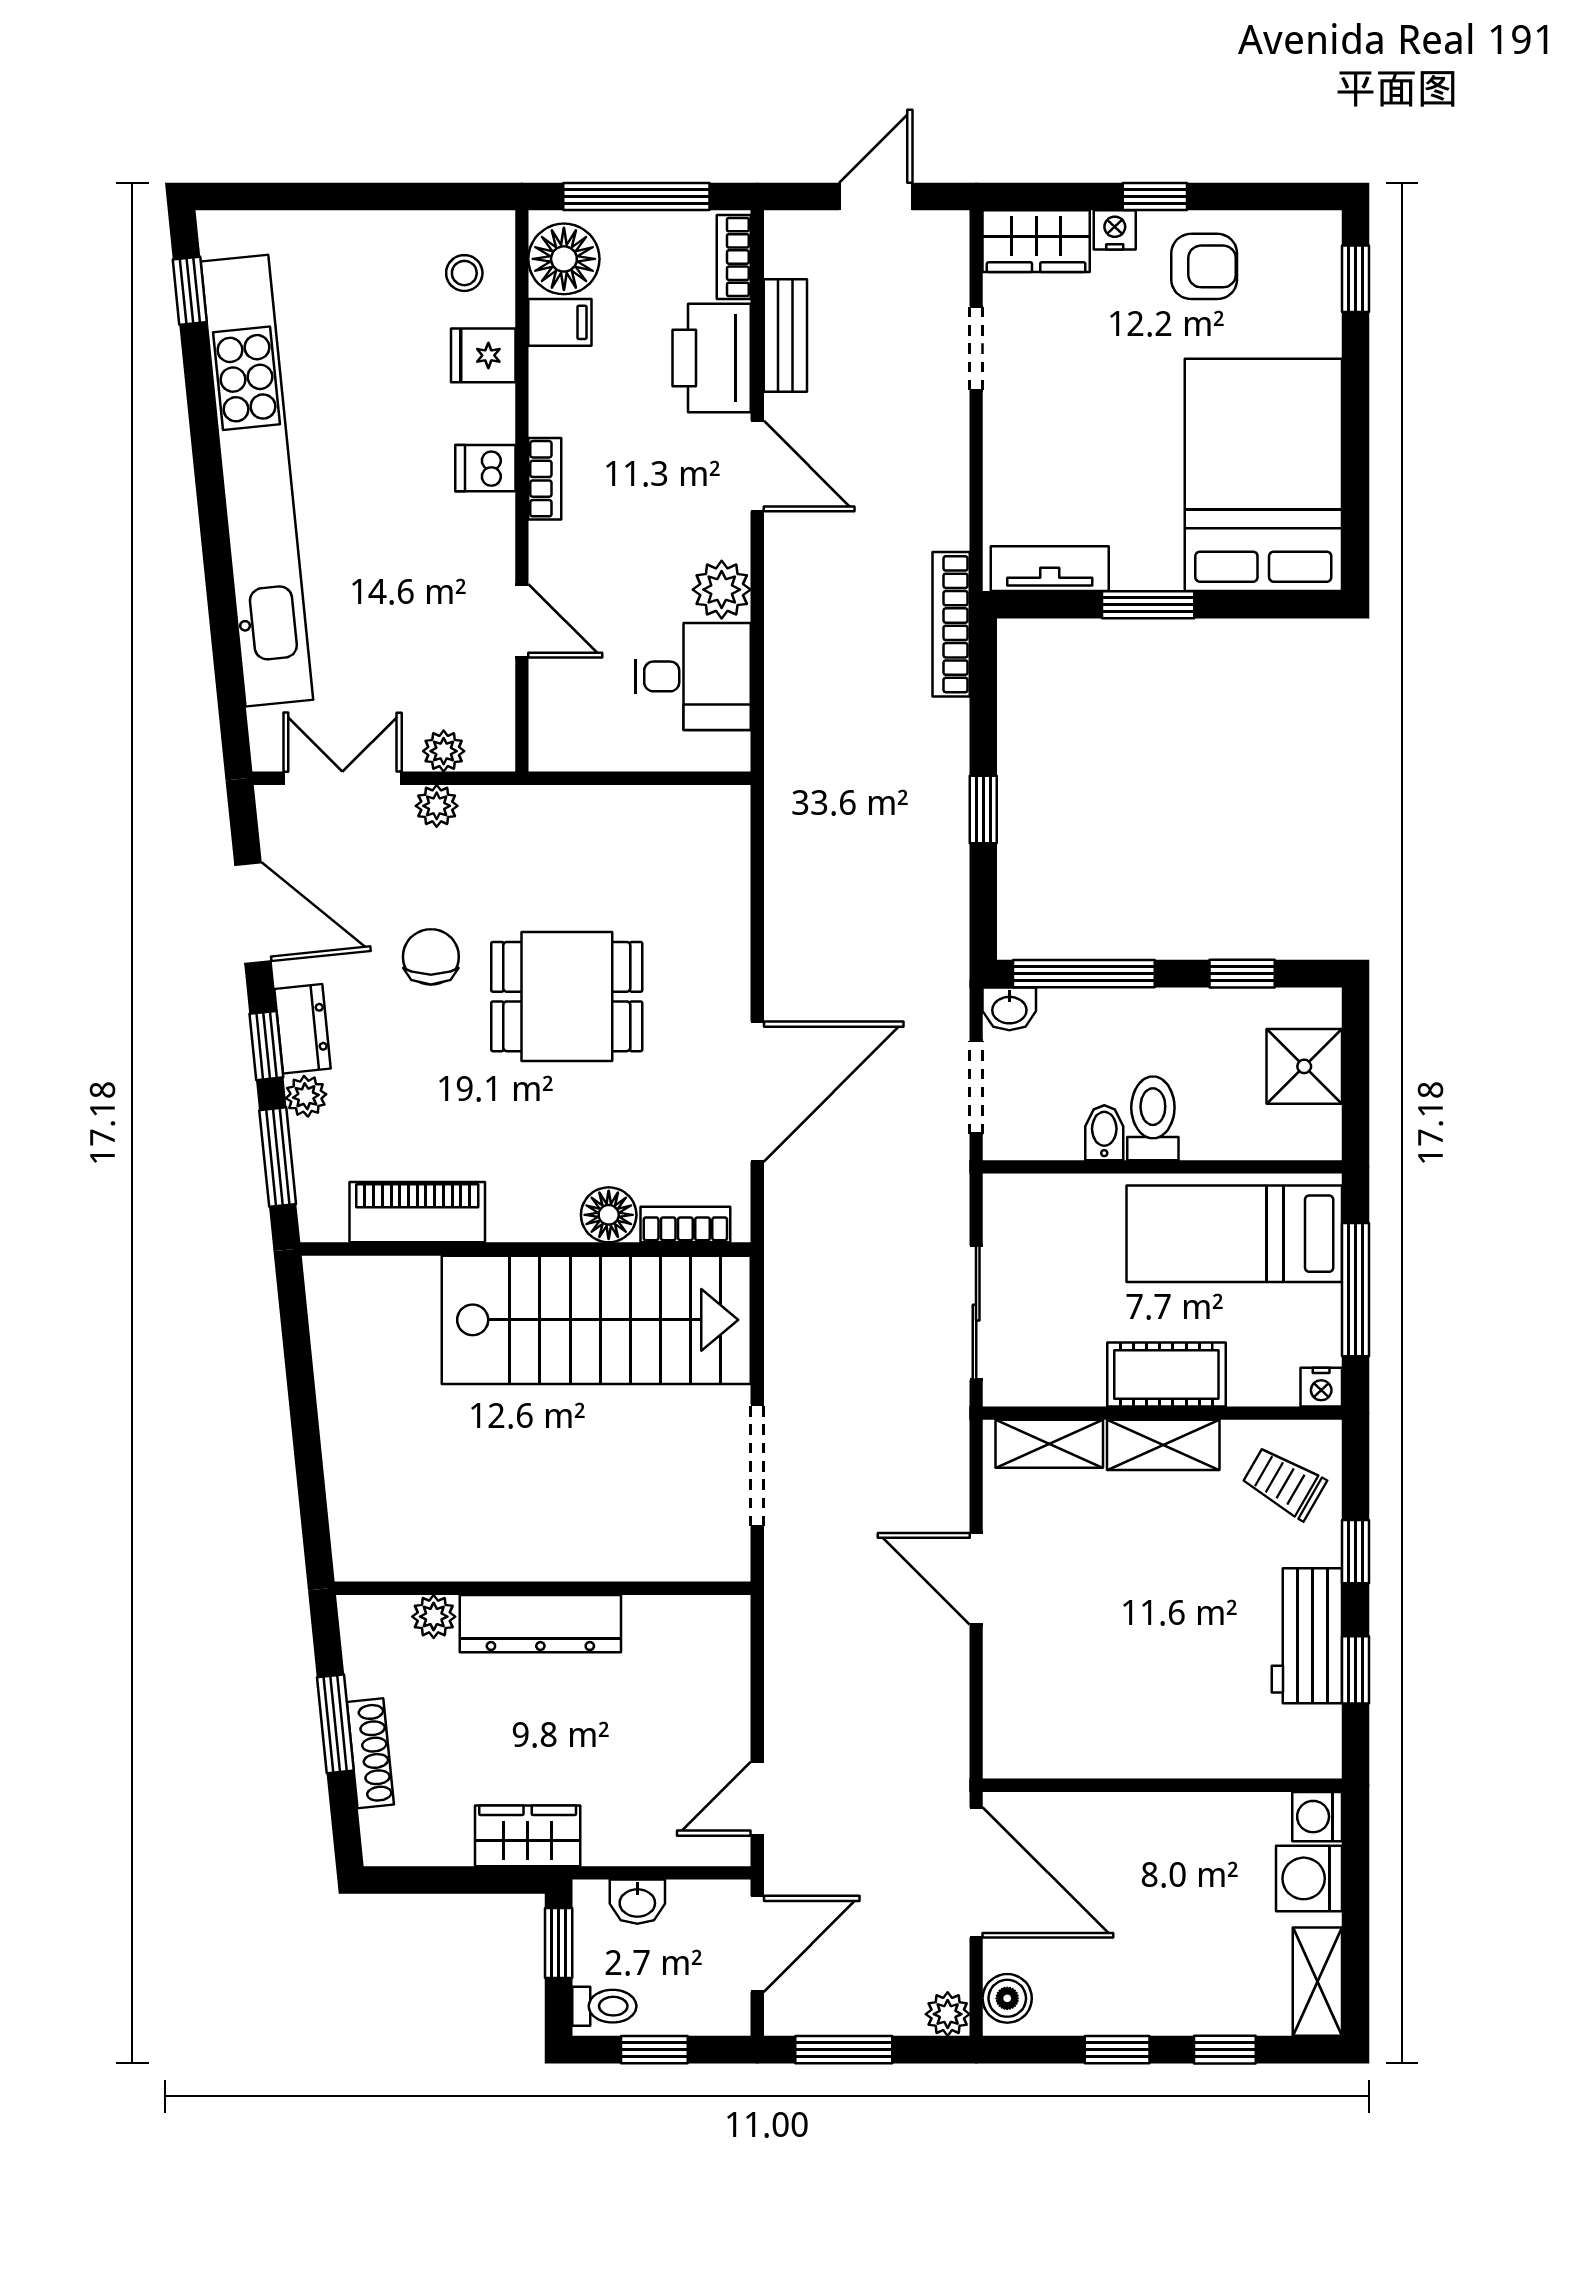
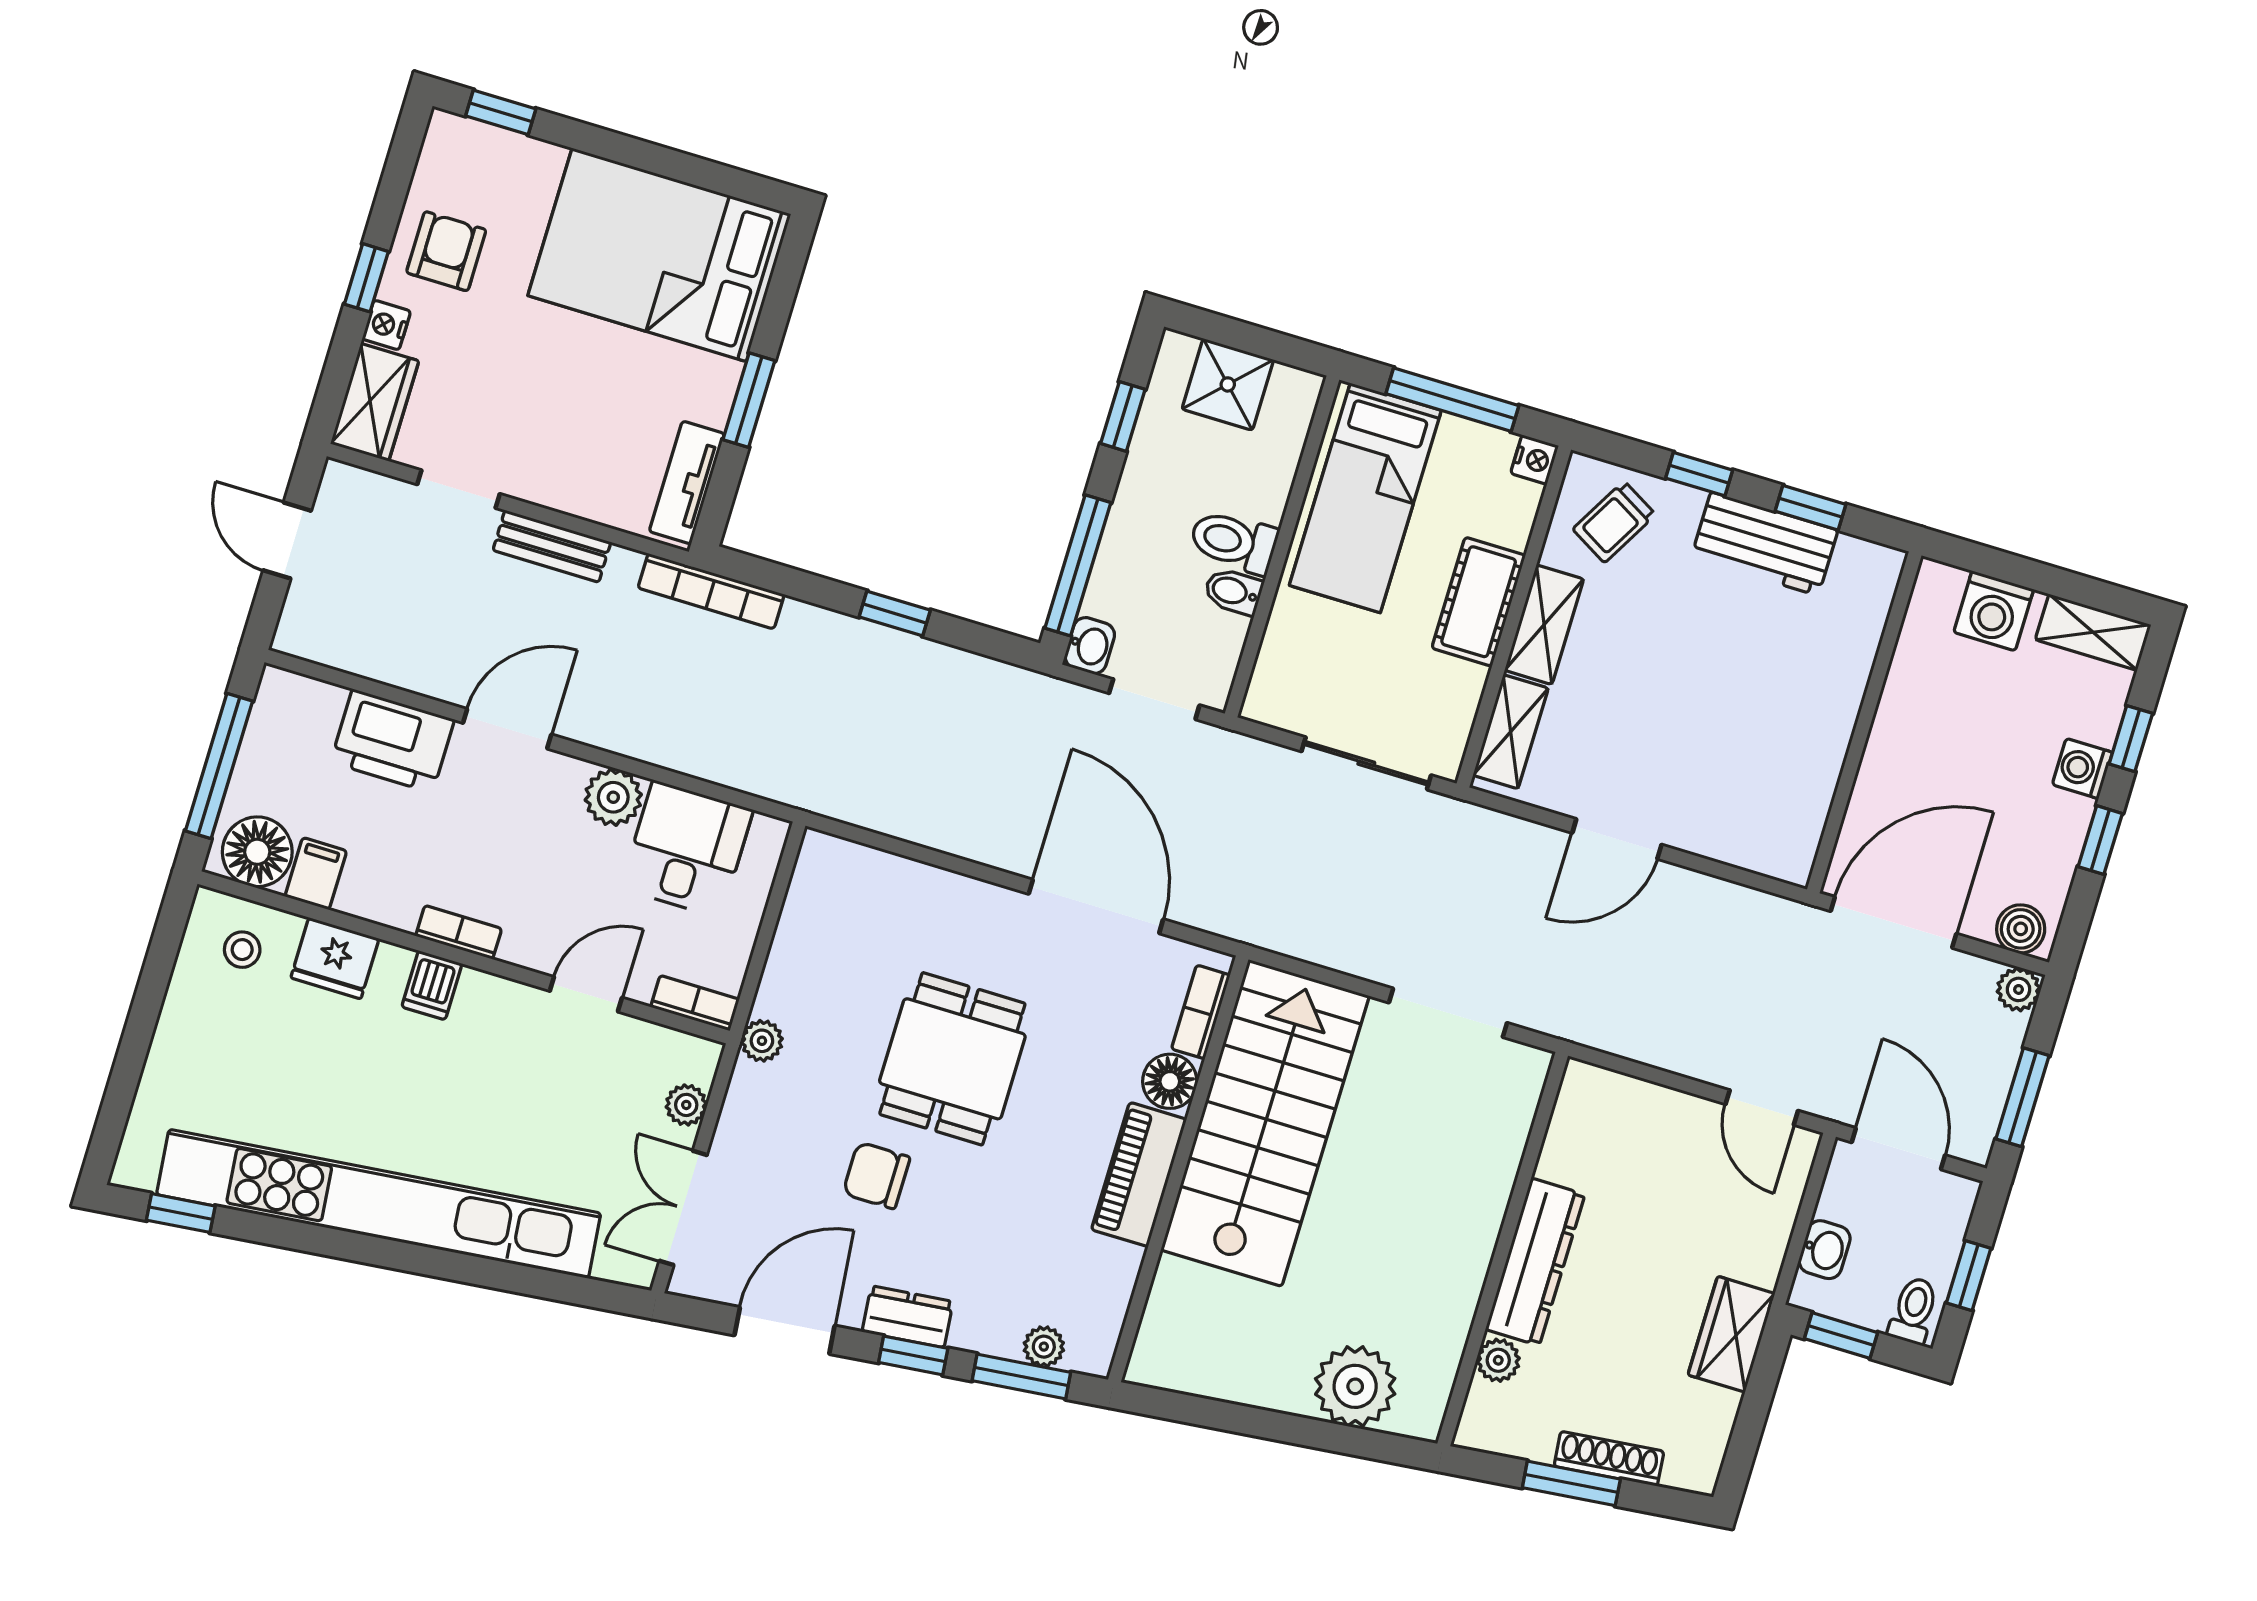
bookcase: (734, 257) -> (695, 1003), moved, turned 180
bench: (785, 336) -> (552, 546), moved
fridge: (483, 355) -> (335, 958), width x1.38
plant: (437, 806) -> (762, 1041), moved
plant: (306, 1096) -> (1044, 1347), moved
piano: (417, 1212) -> (1139, 1174), moved
plant: (366, 1485) -> (1355, 1386), added
washing machine: (1317, 1817) -> (2082, 769), moved, turned 90

